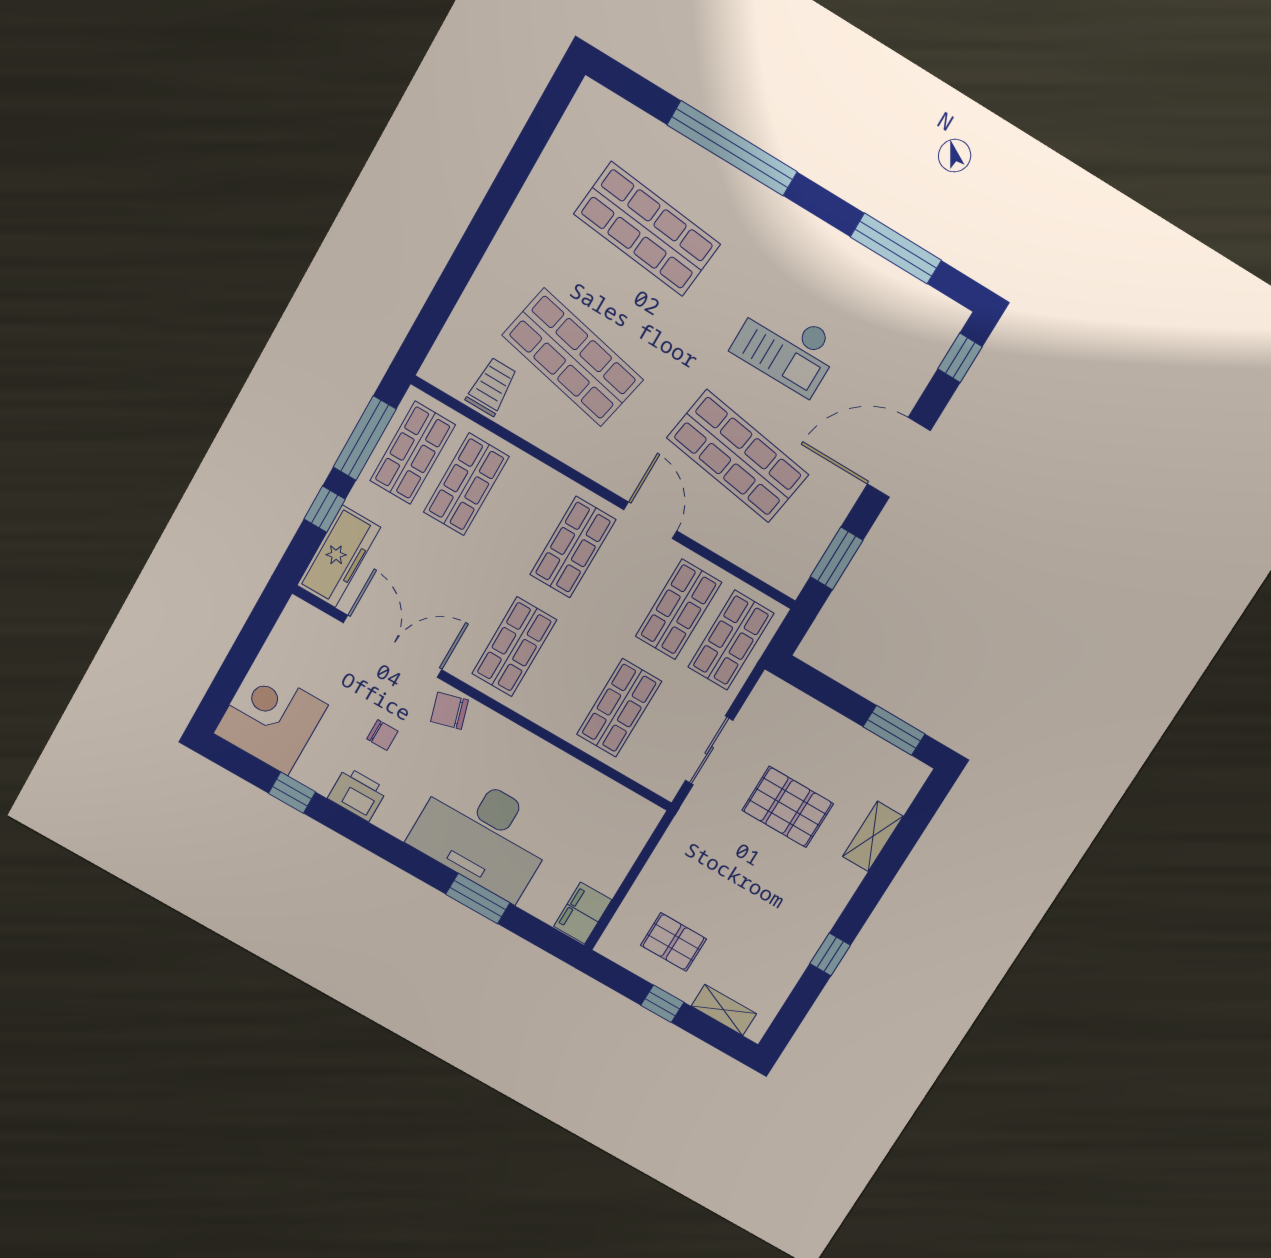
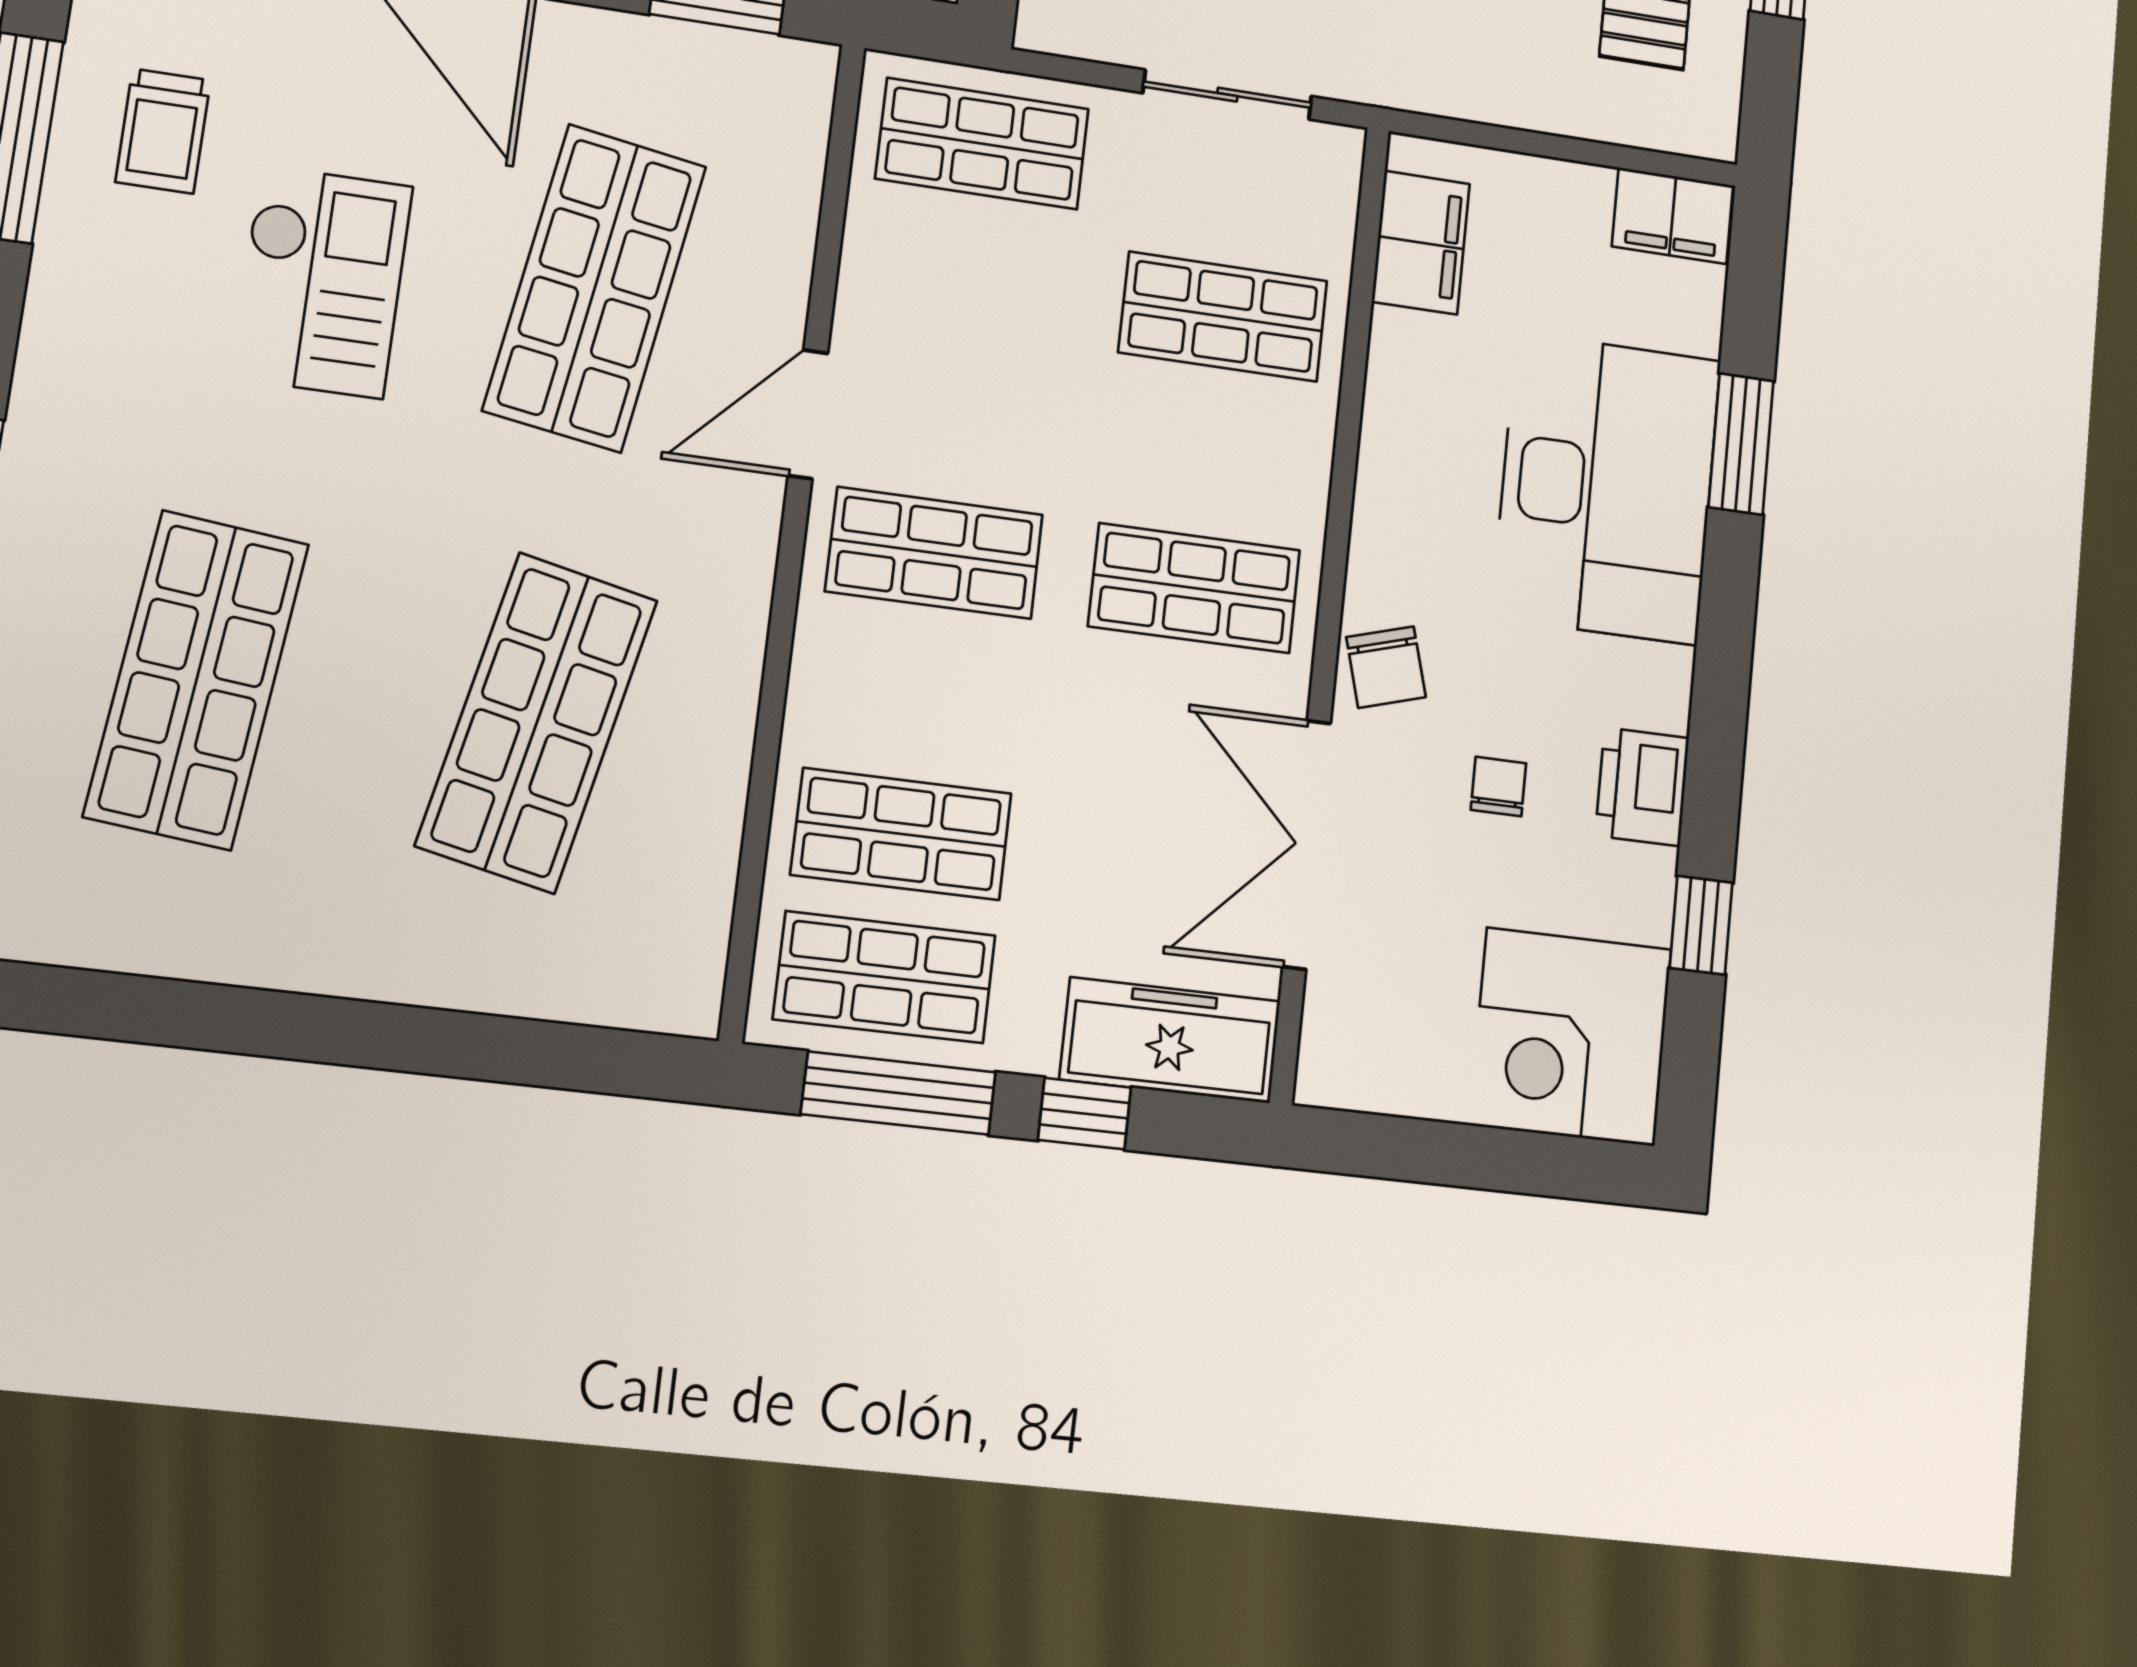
trolley: (492, 387) -> (163, 131), moved, turned -90
shop shelf: (678, 609) -> (966, 278), removed
filing cabinet: (615, 803) -> (1421, 243), added

